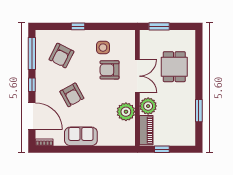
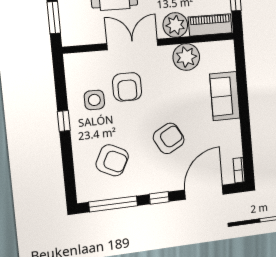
window: (78, 26) -> (64, 121), moved
sofa: (81, 136) -> (225, 96), moved

